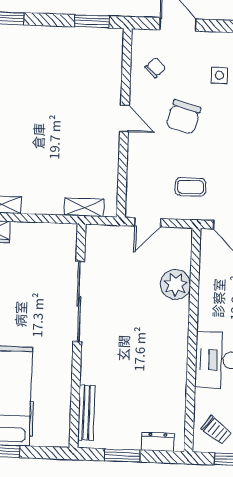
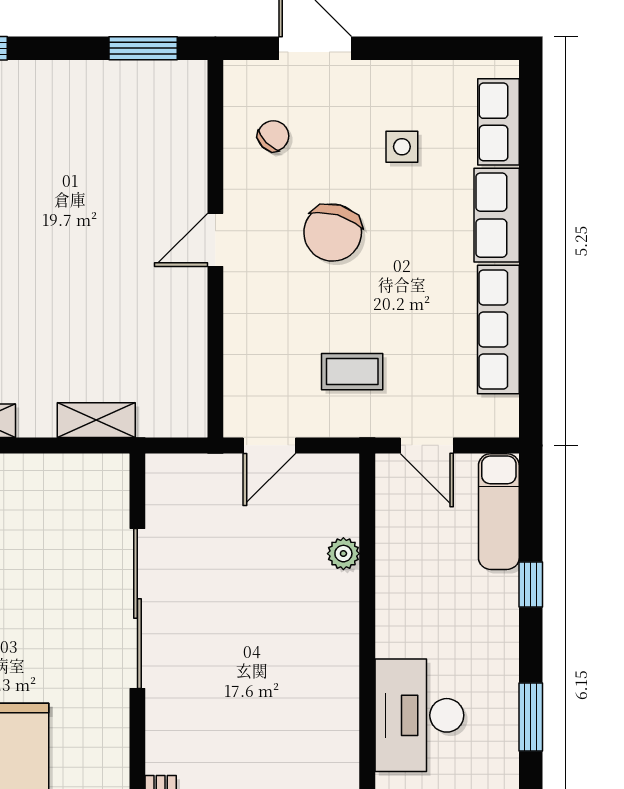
door: (124, 118) -> (215, 240), swing flipped
shelving: (84, 207) -> (96, 420), moved
plant: (175, 284) -> (343, 554), width x0.53, depth x0.53

